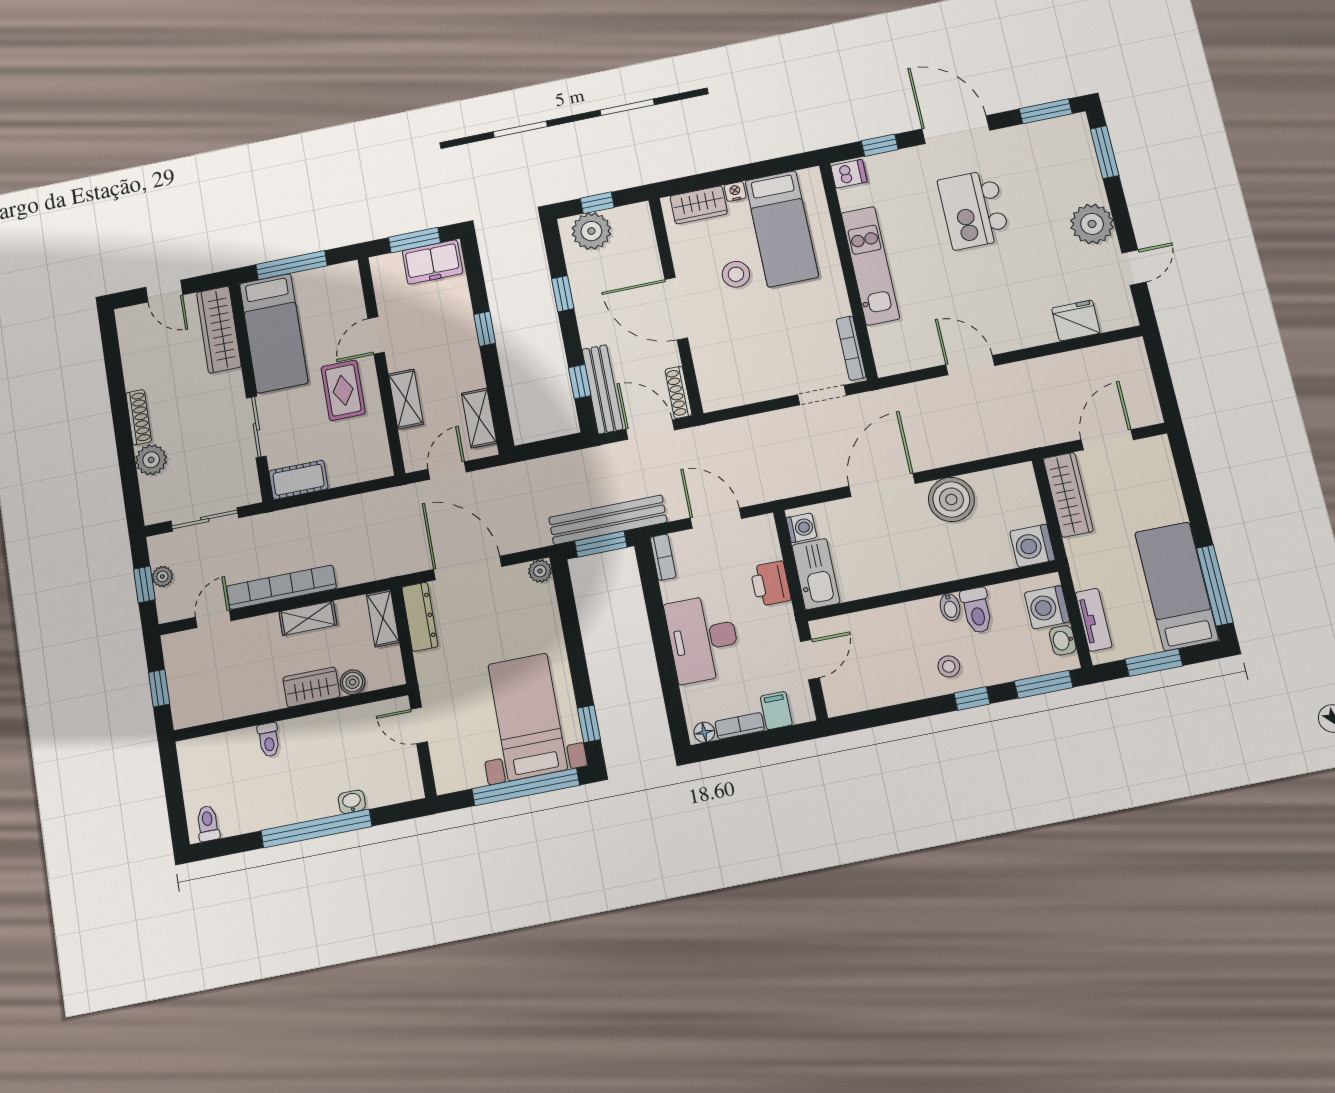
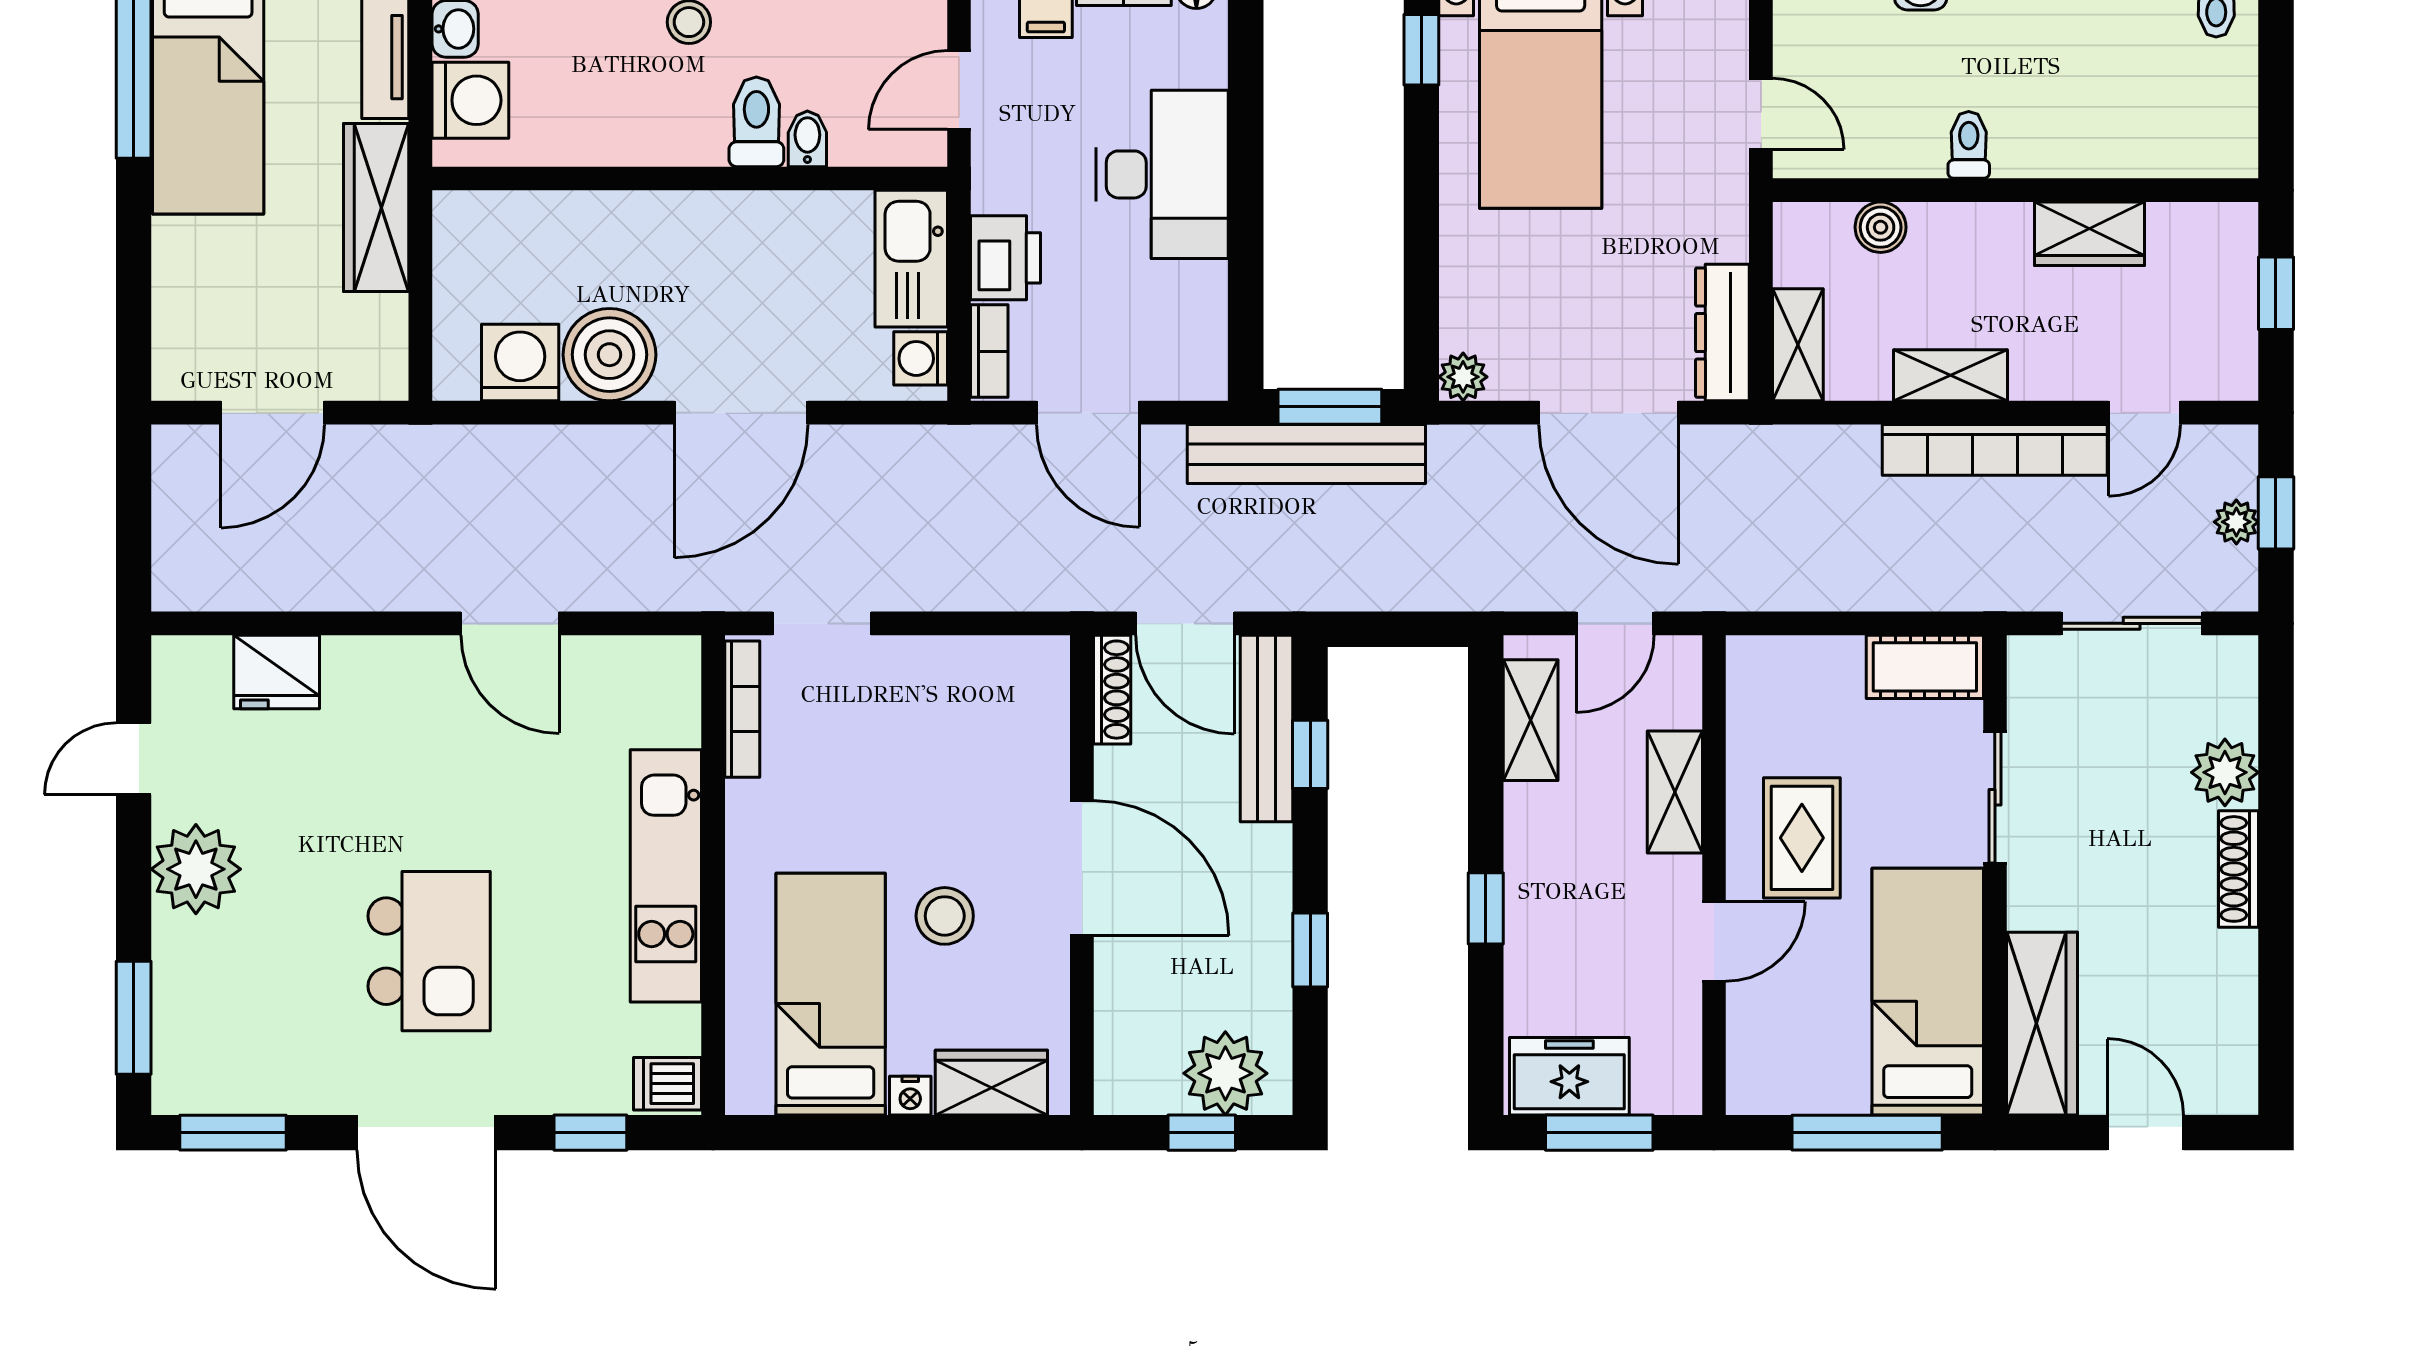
wardrobe: (1068, 495) -> (376, 207), moved
washing machine: (1032, 546) -> (520, 363), moved, turned -90
bookcase: (663, 557) -> (989, 351), moved, turned 180
bidet: (950, 607) -> (807, 139), moved
toilet: (977, 610) -> (756, 122), moved
wardrobe: (311, 687) -> (2090, 234), moved
toilet: (269, 740) -> (1969, 145), moved

